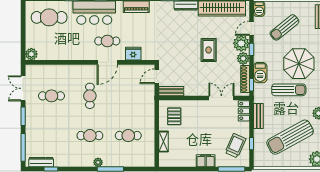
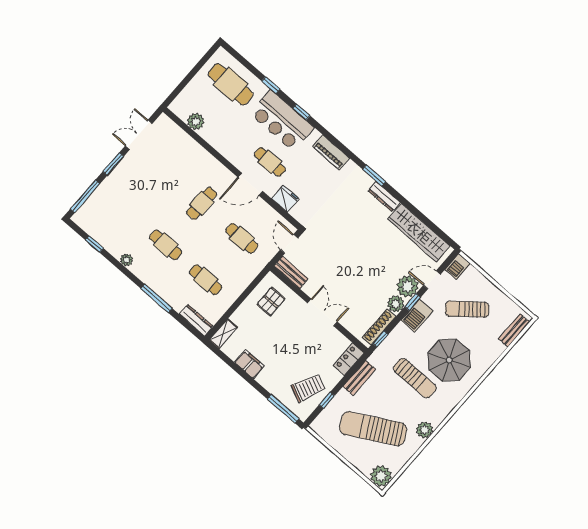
rug: (209, 50) -> (367, 264), removed
plant: (31, 54) -> (196, 121), moved
barbecue: (260, 73) -> (417, 316), moved
door: (157, 76) -> (289, 244), hinge flipped
cafe table: (51, 96) -> (242, 238), moved
double door: (221, 98) -> (322, 312), moved
shelving: (163, 142) -> (223, 334), moved
filing cabinet: (206, 161) -> (249, 364), moved
dresser: (41, 162) -> (196, 320), moved
plant: (98, 162) -> (126, 260), moved

